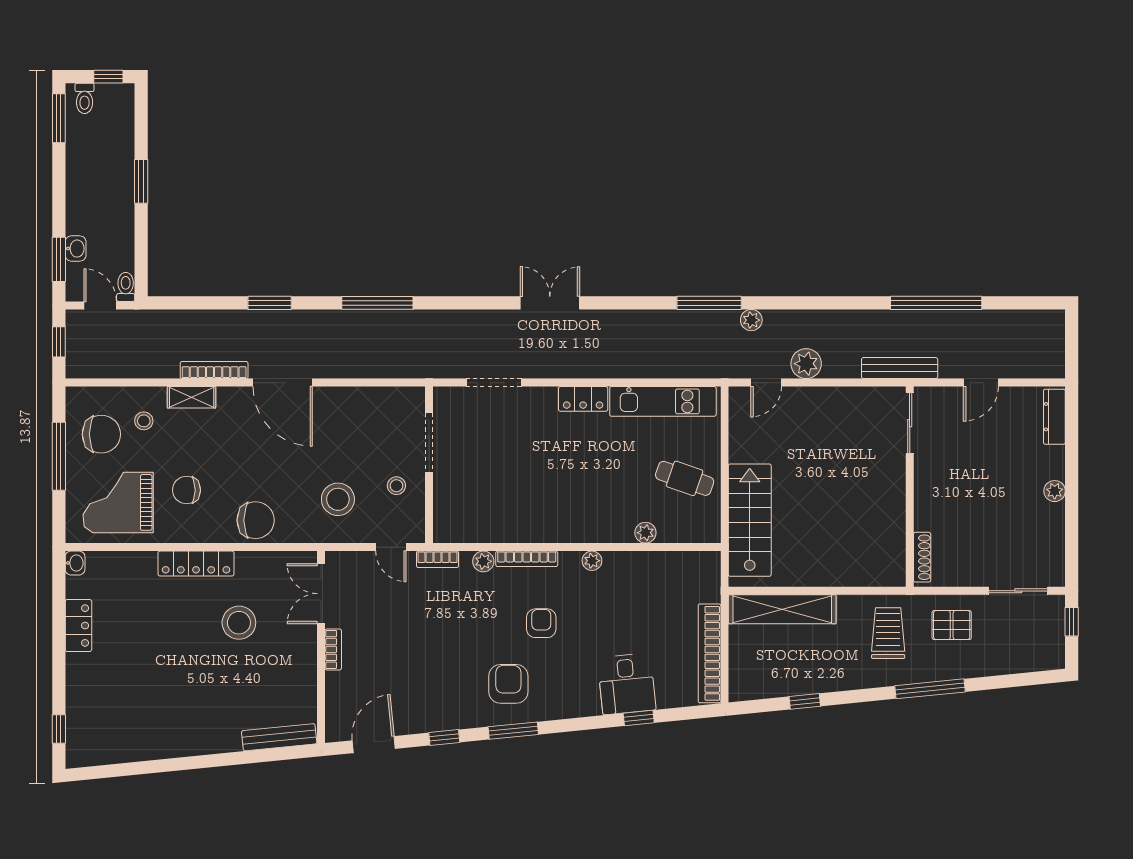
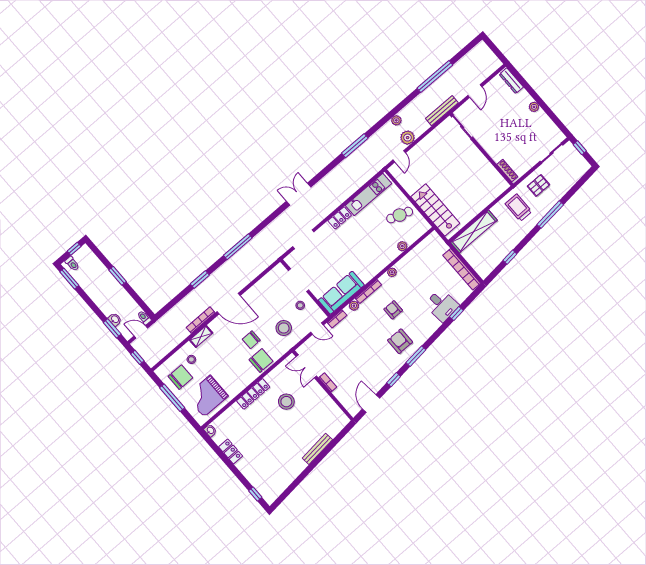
plant: (751, 320) -> (396, 120), moved
chair: (186, 490) -> (251, 340), moved
sofa: (481, 523) -> (341, 293), added
bench: (279, 737) -> (317, 449), moved

